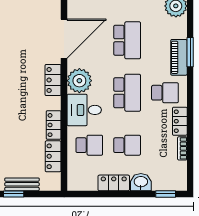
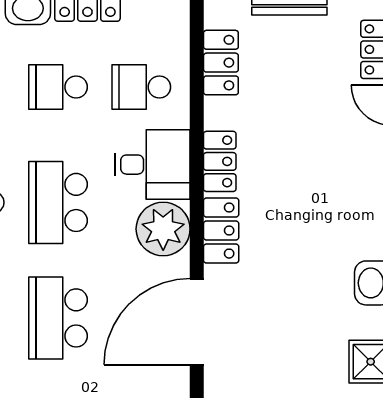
locker: (54, 125) -> (220, 161), moved

